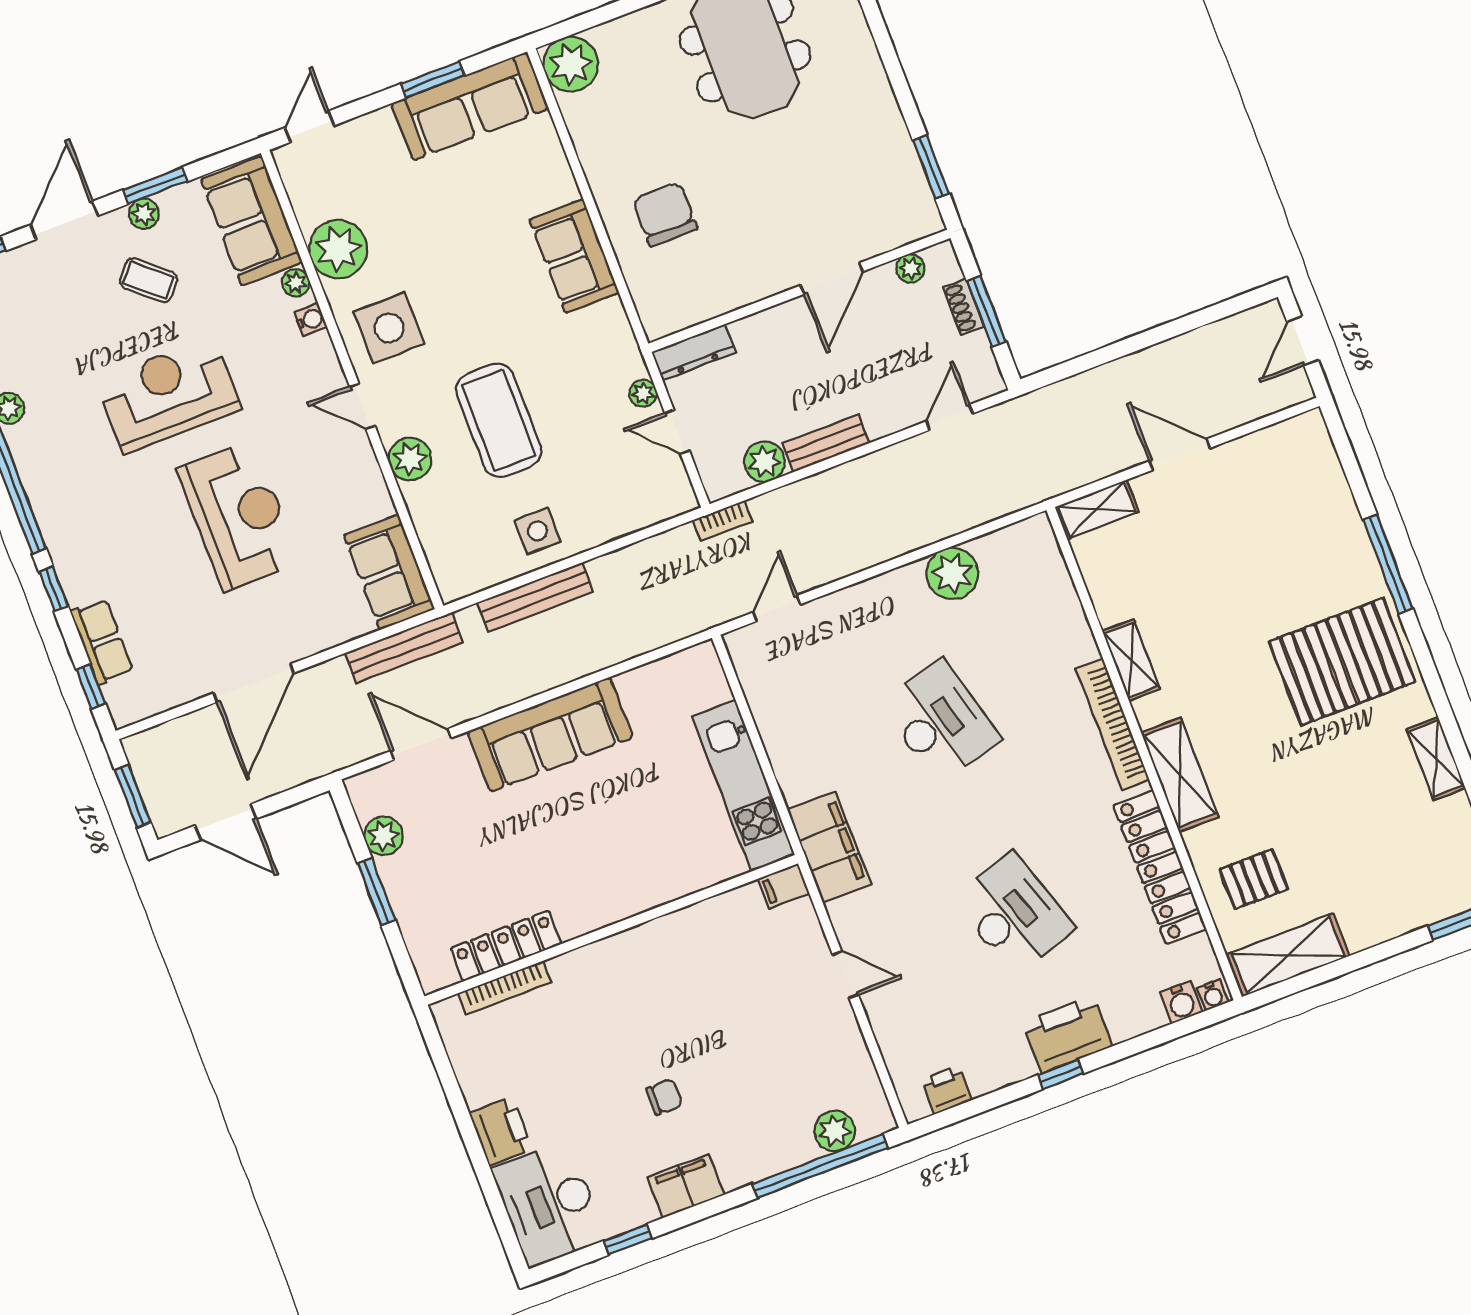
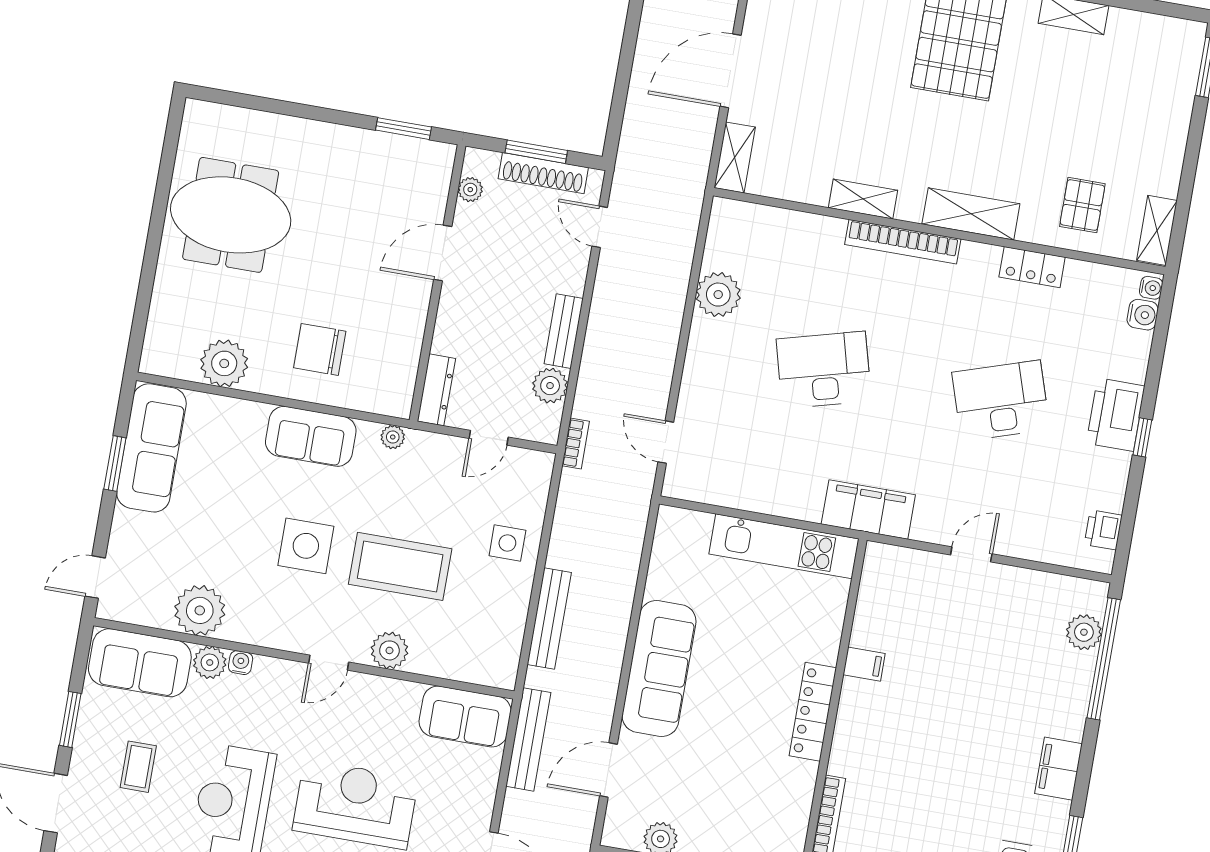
plant: (571, 64) -> (224, 363), moved
door: (310, 127) -> (95, 577), hinge flipped
plant: (144, 214) -> (86, 740), removed
door: (832, 278) -> (443, 253), swing flipped
coffee table: (149, 280) -> (138, 767), turned -41
plant: (296, 283) -> (210, 662), width x1.38, depth x1.38
shoe rack: (963, 307) -> (543, 173), width x1.94, depth x1.24
side table: (389, 328) -> (306, 546), moved
plant: (643, 393) -> (393, 437), moved
door: (1180, 455) -> (731, 71), width x1.36
side table: (537, 531) -> (507, 543), moved
locker: (1160, 867) -> (1032, 267), width x0.46, depth x0.83
filing cabinet: (784, 886) -> (864, 664), moved, turned -90
locker: (506, 946) -> (813, 712), moved
shelving: (1288, 955) -> (1157, 230), width x0.67, depth x0.75
chair: (664, 1097) -> (982, 745), removed

